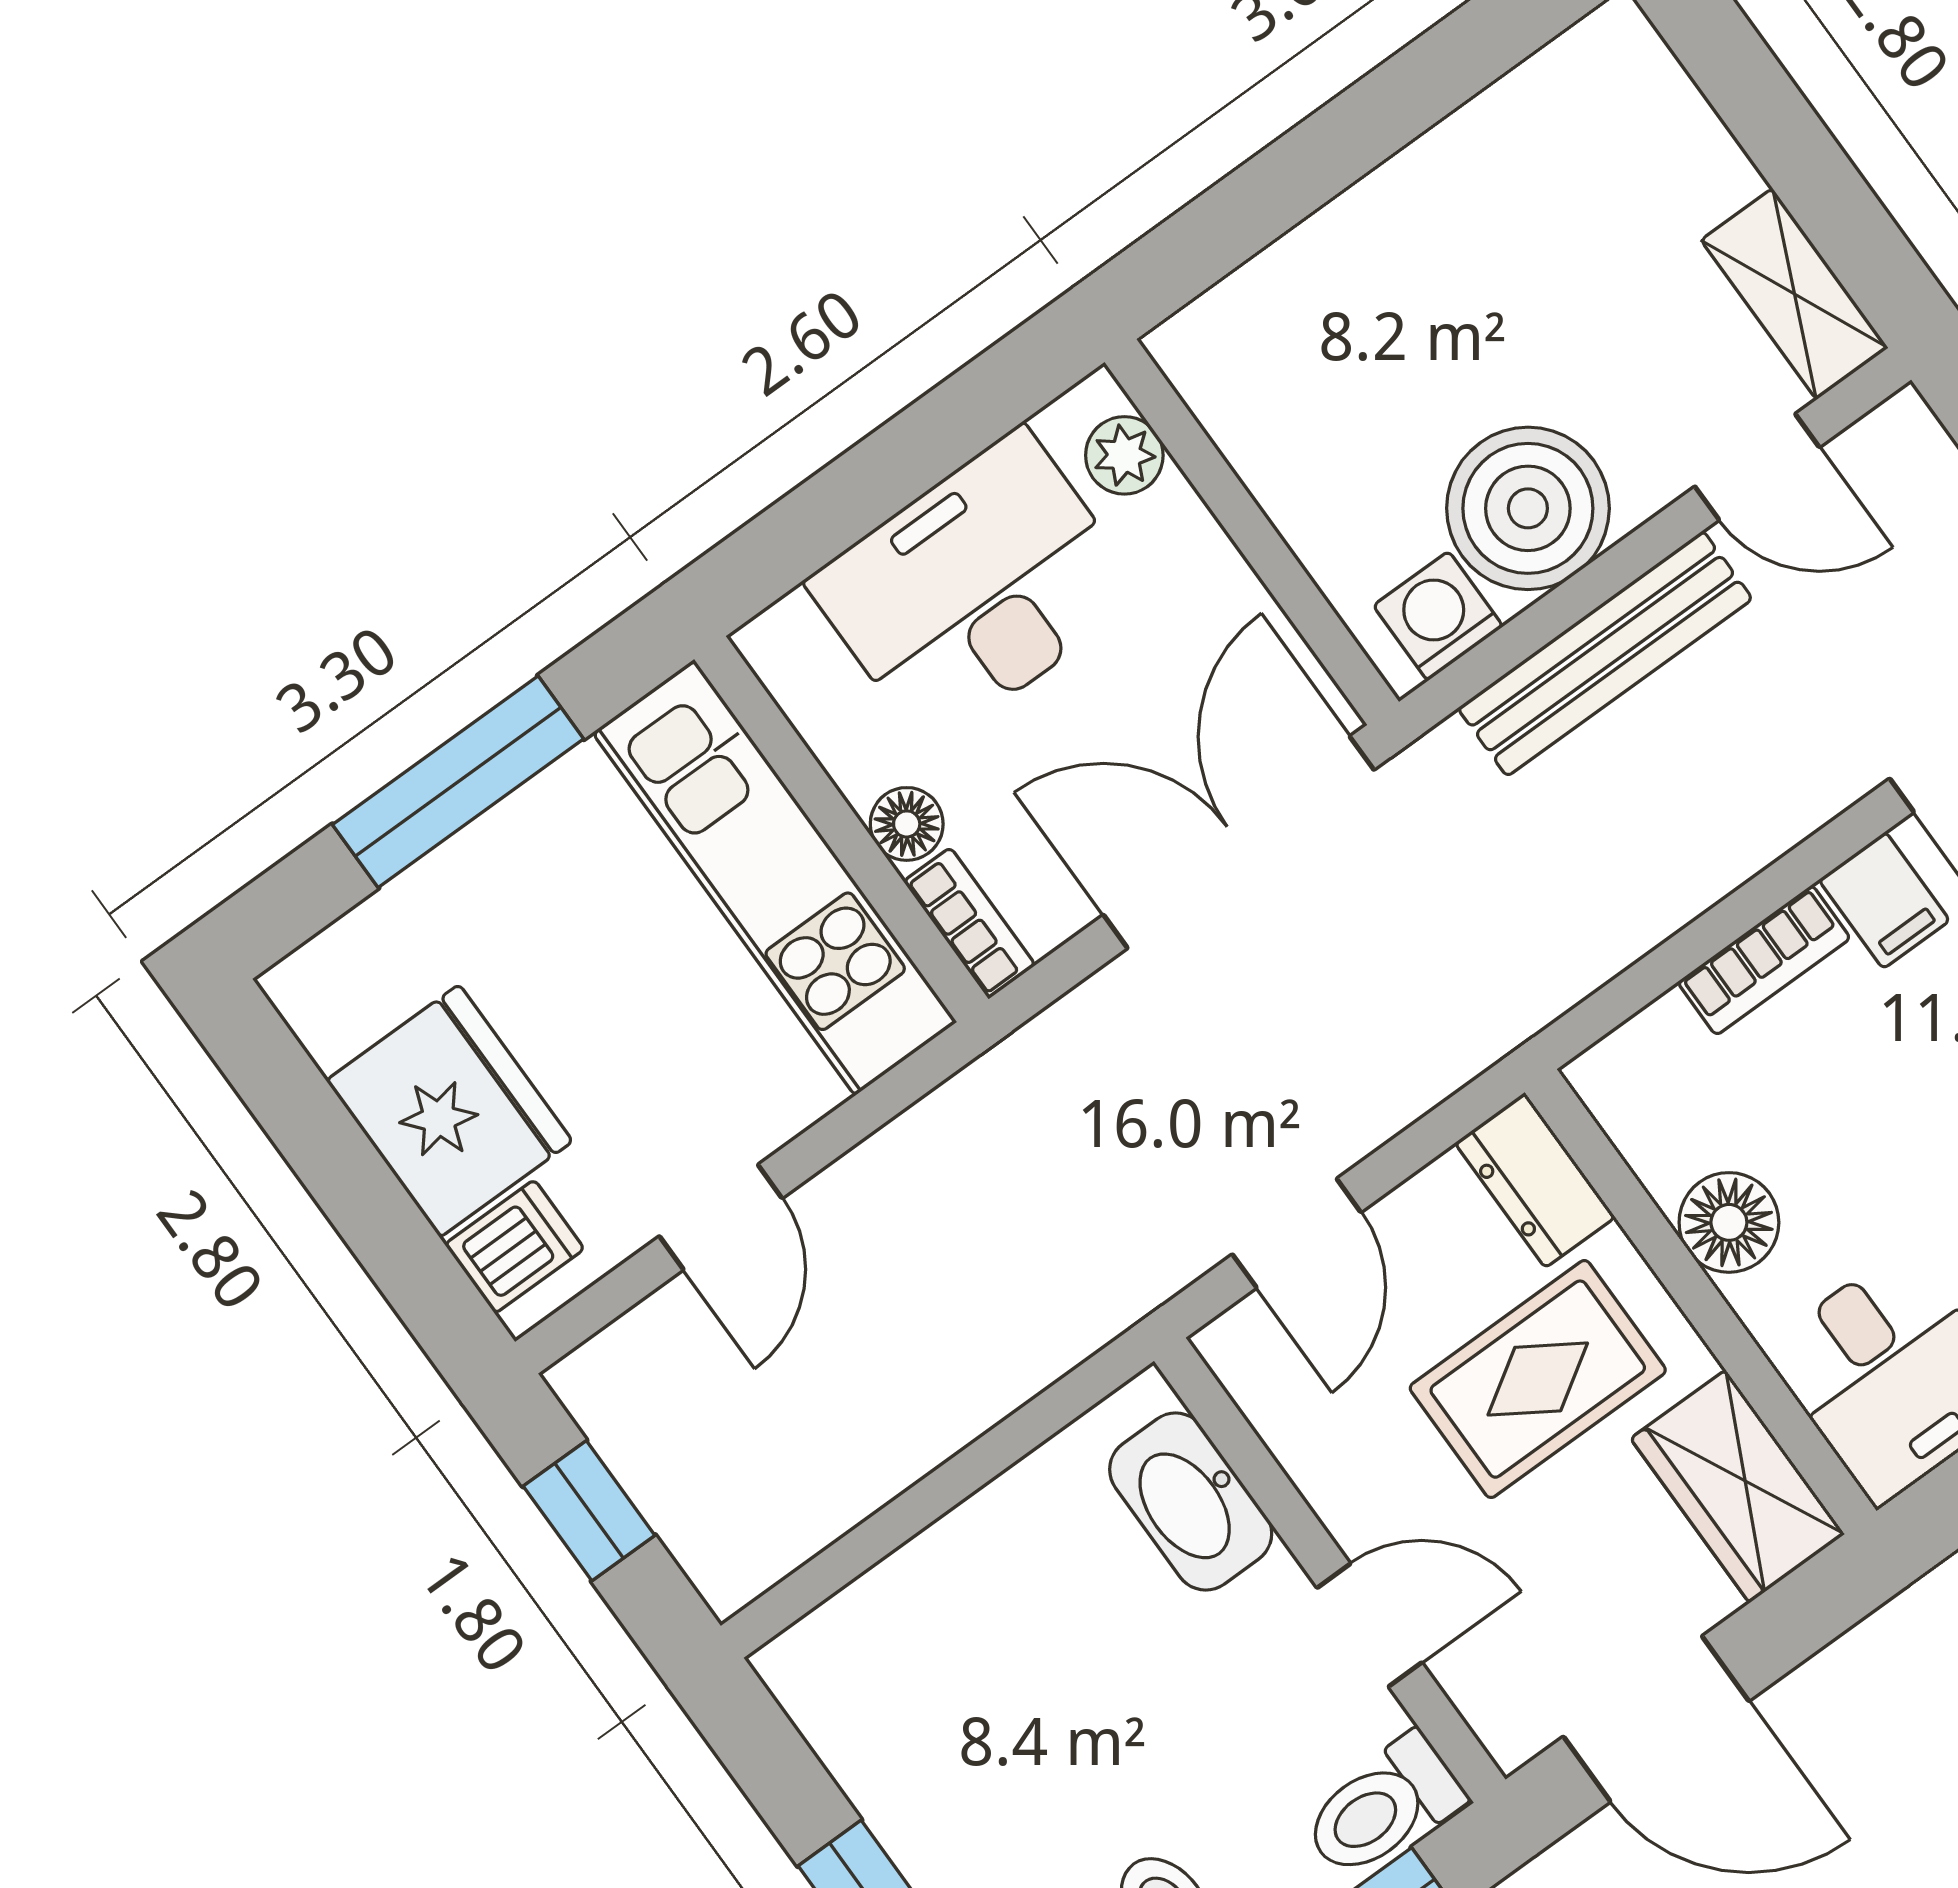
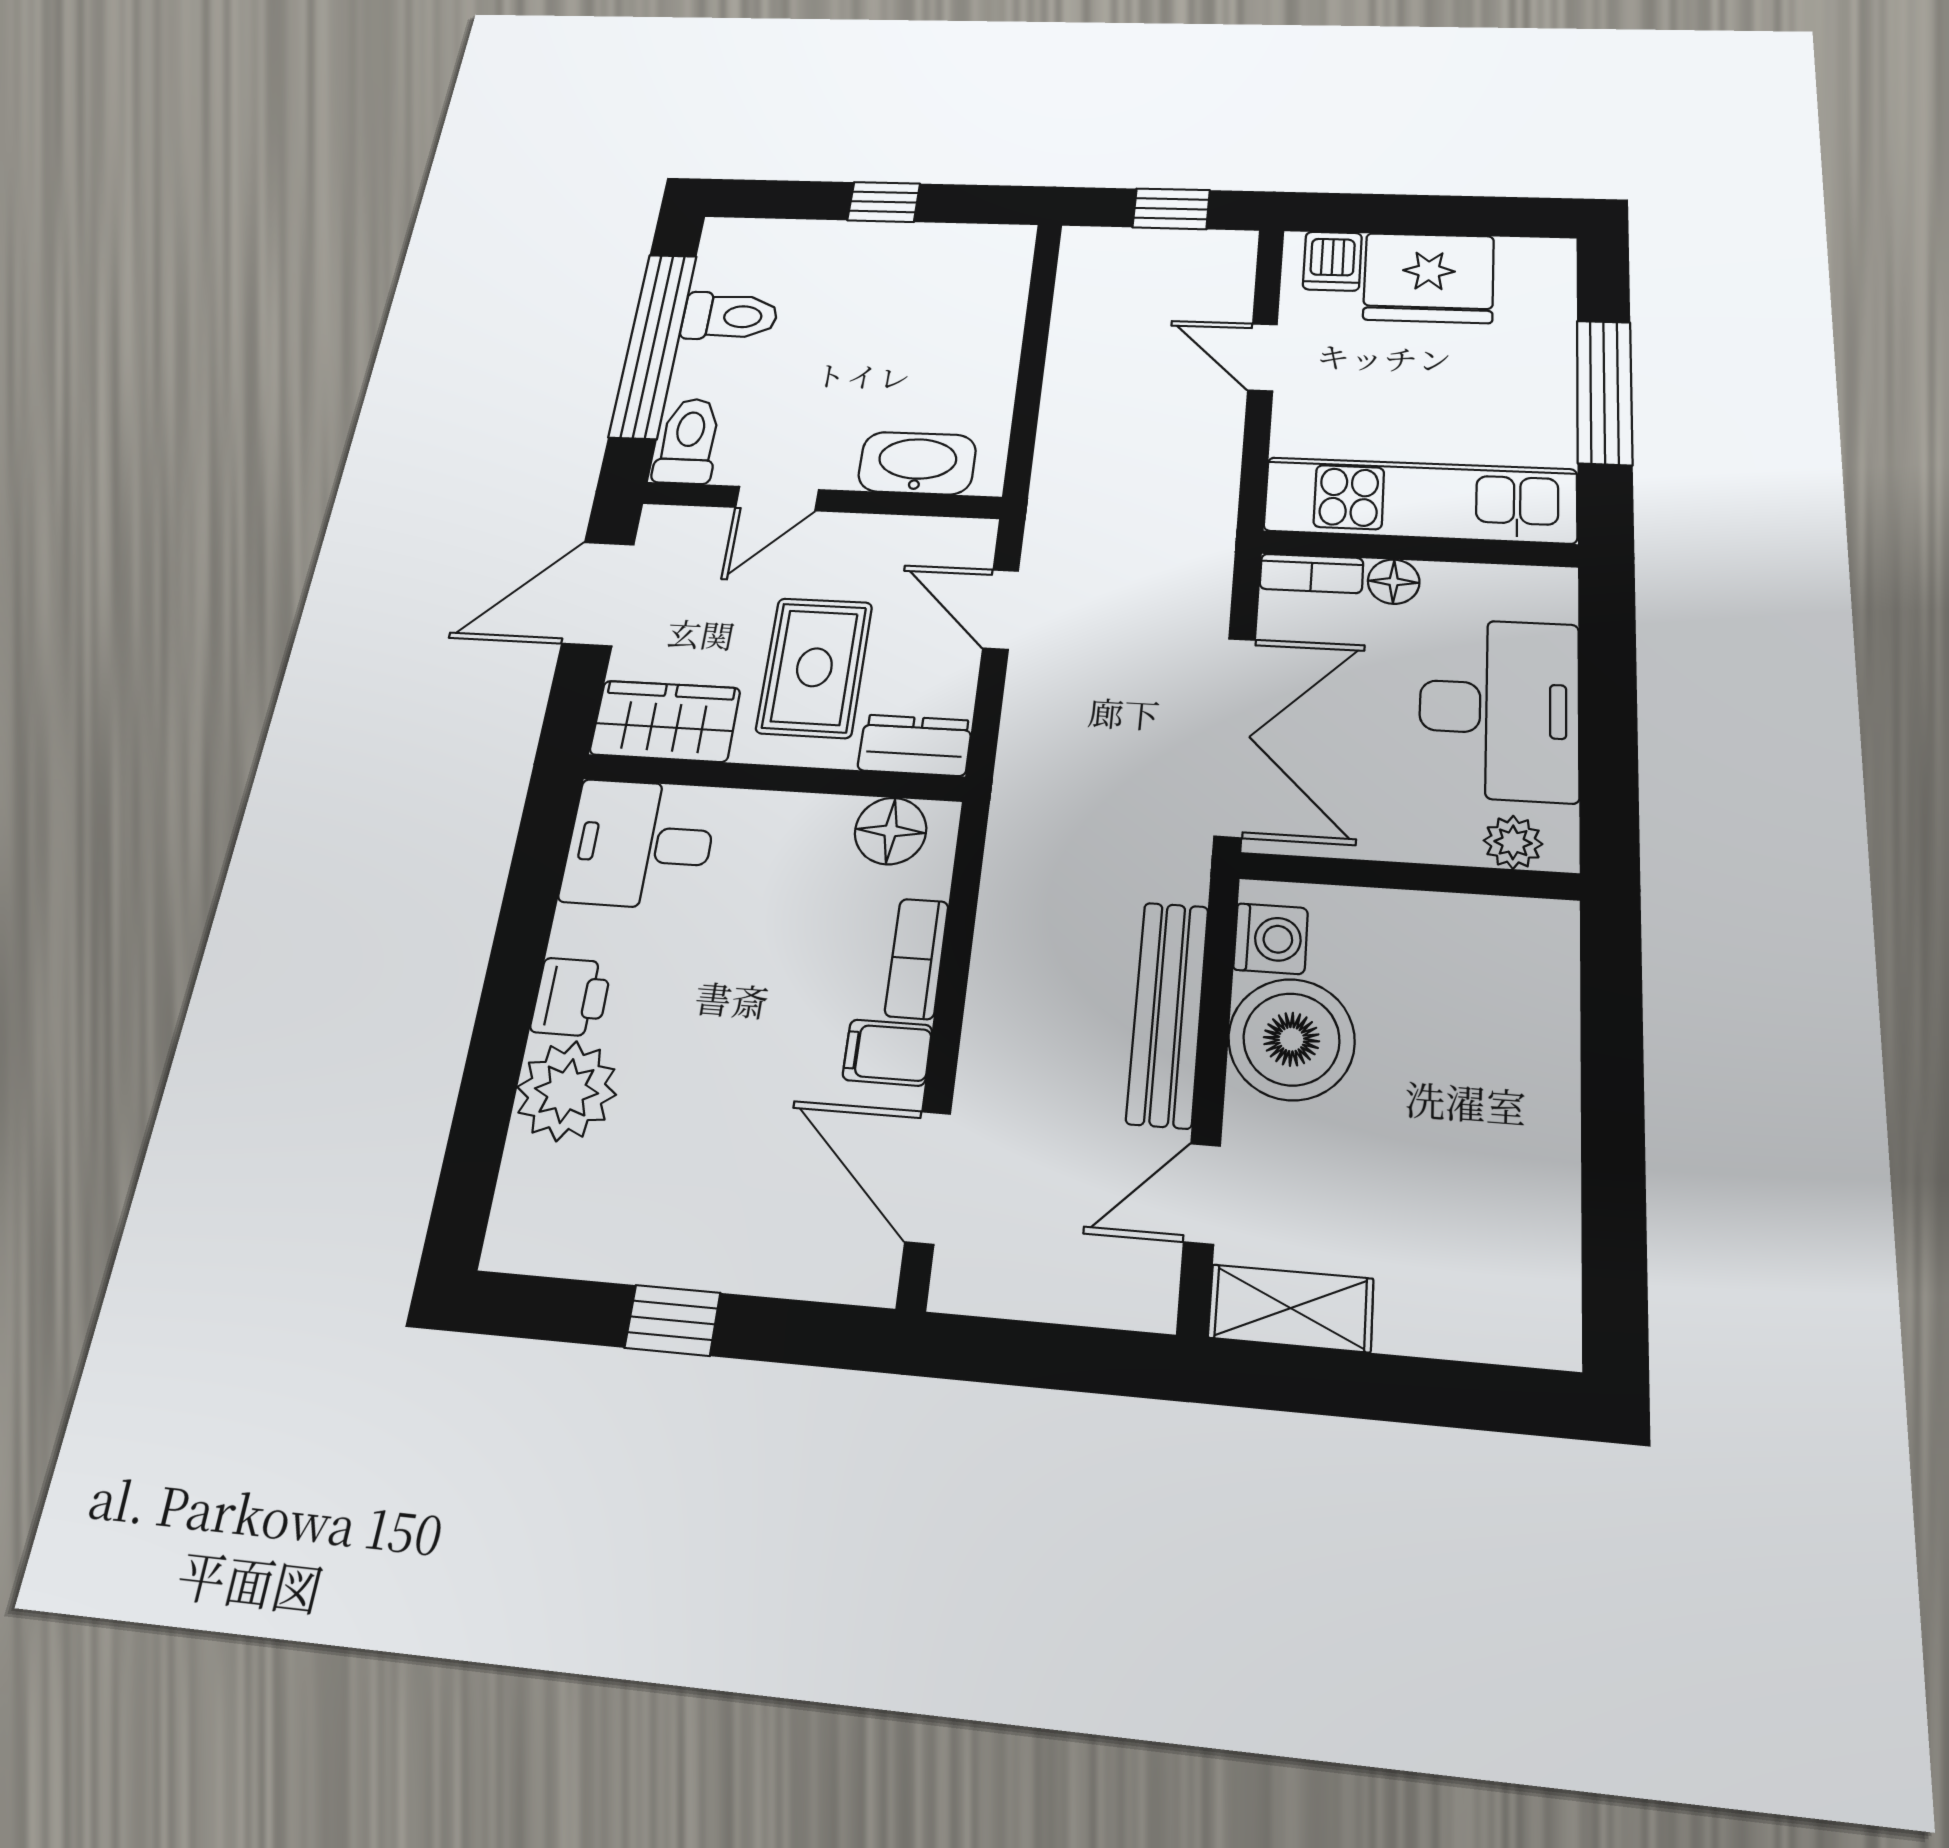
floor lamp: (1729, 1222) -> (891, 831), moved

